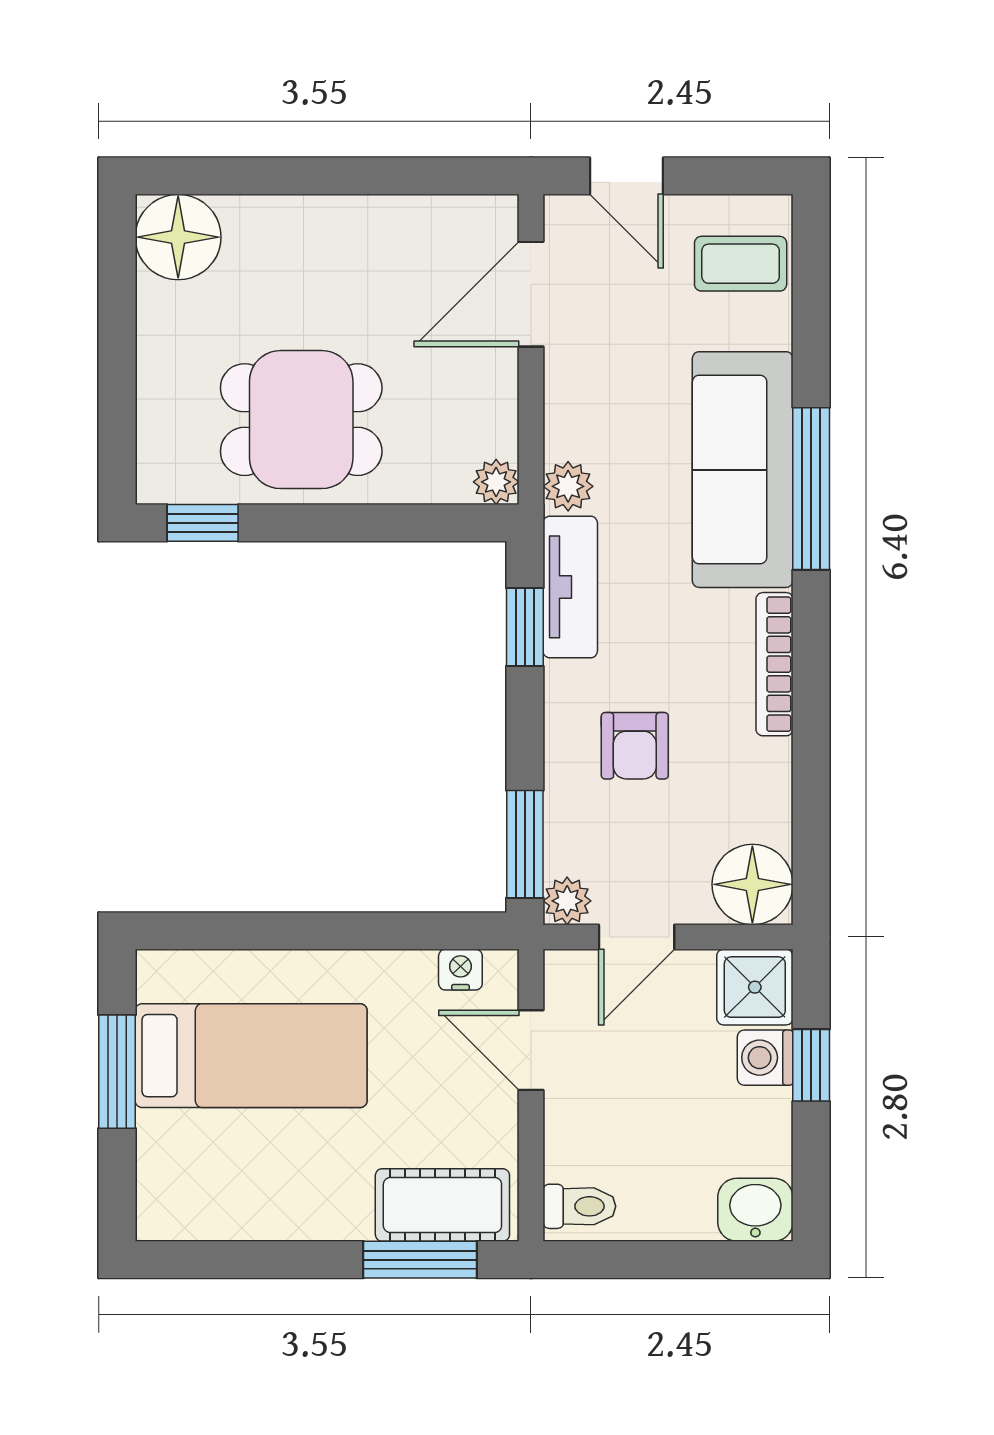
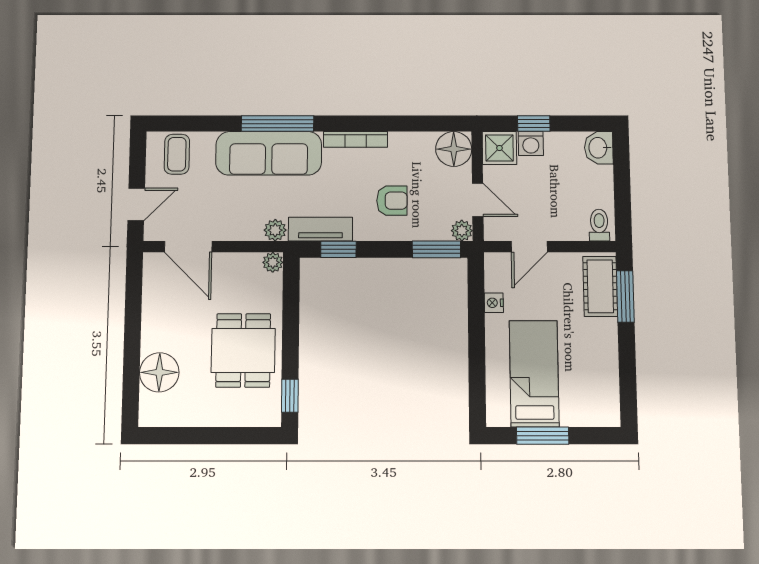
floor lamp: (178, 237) -> (159, 372), moved
nightstand: (460, 970) -> (494, 303), moved

